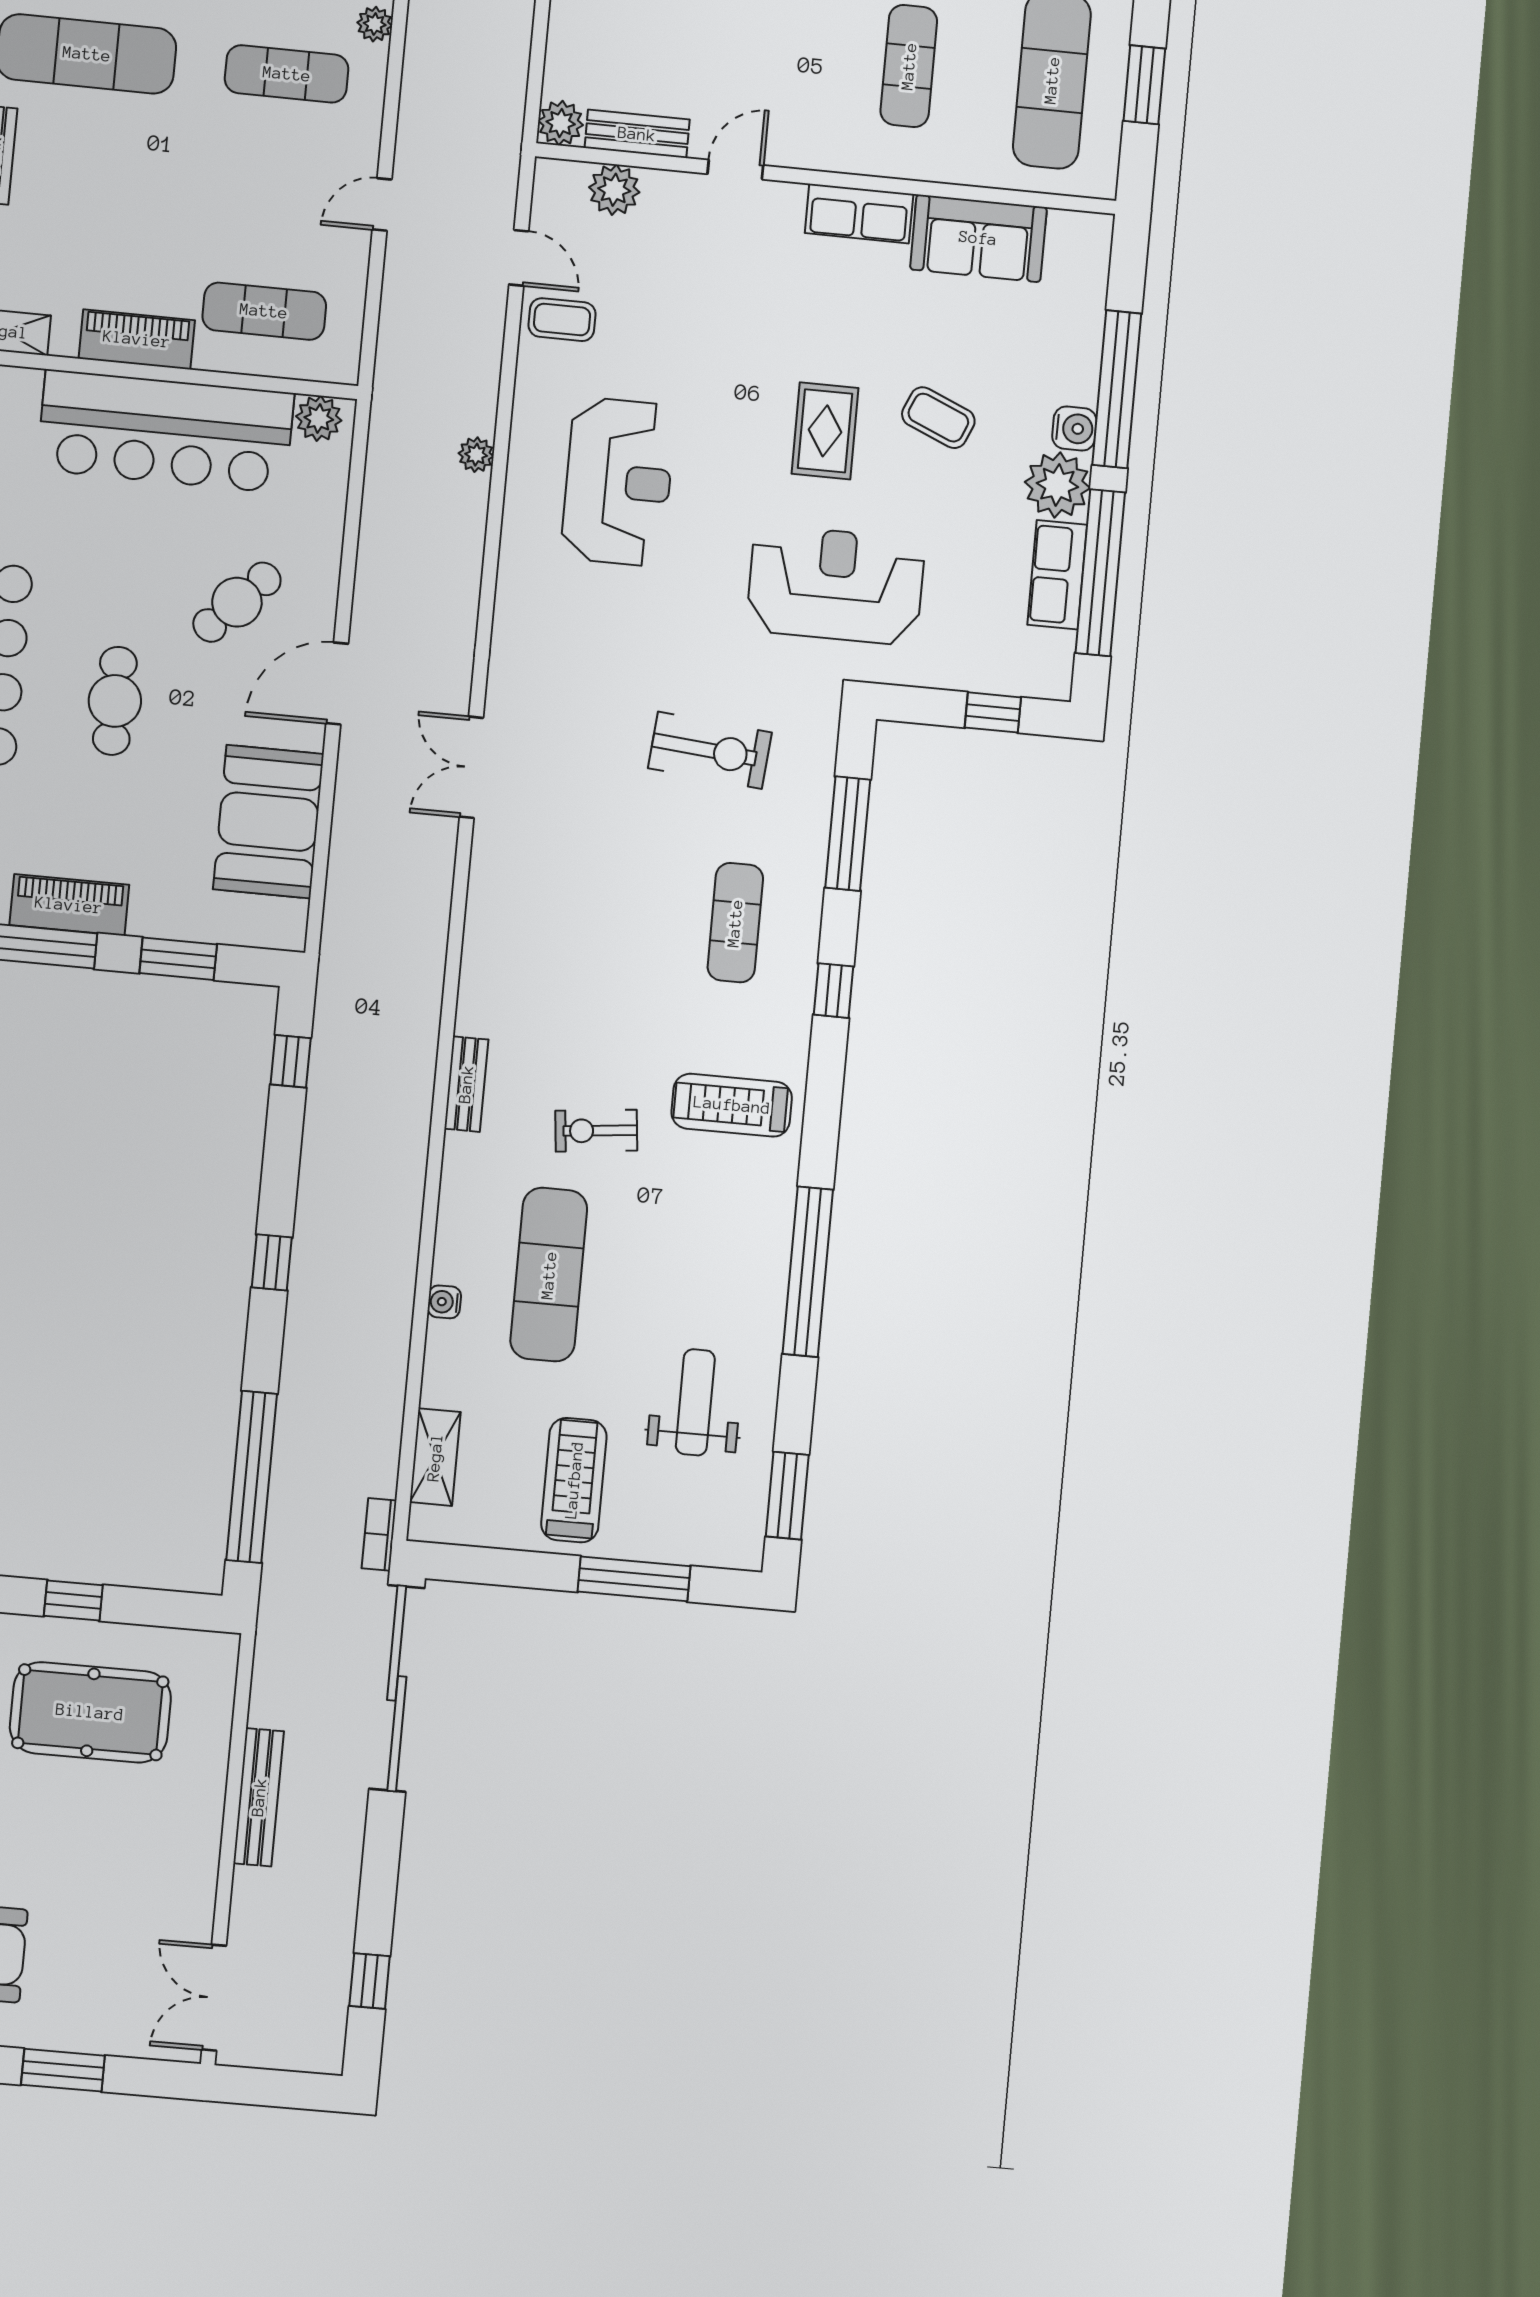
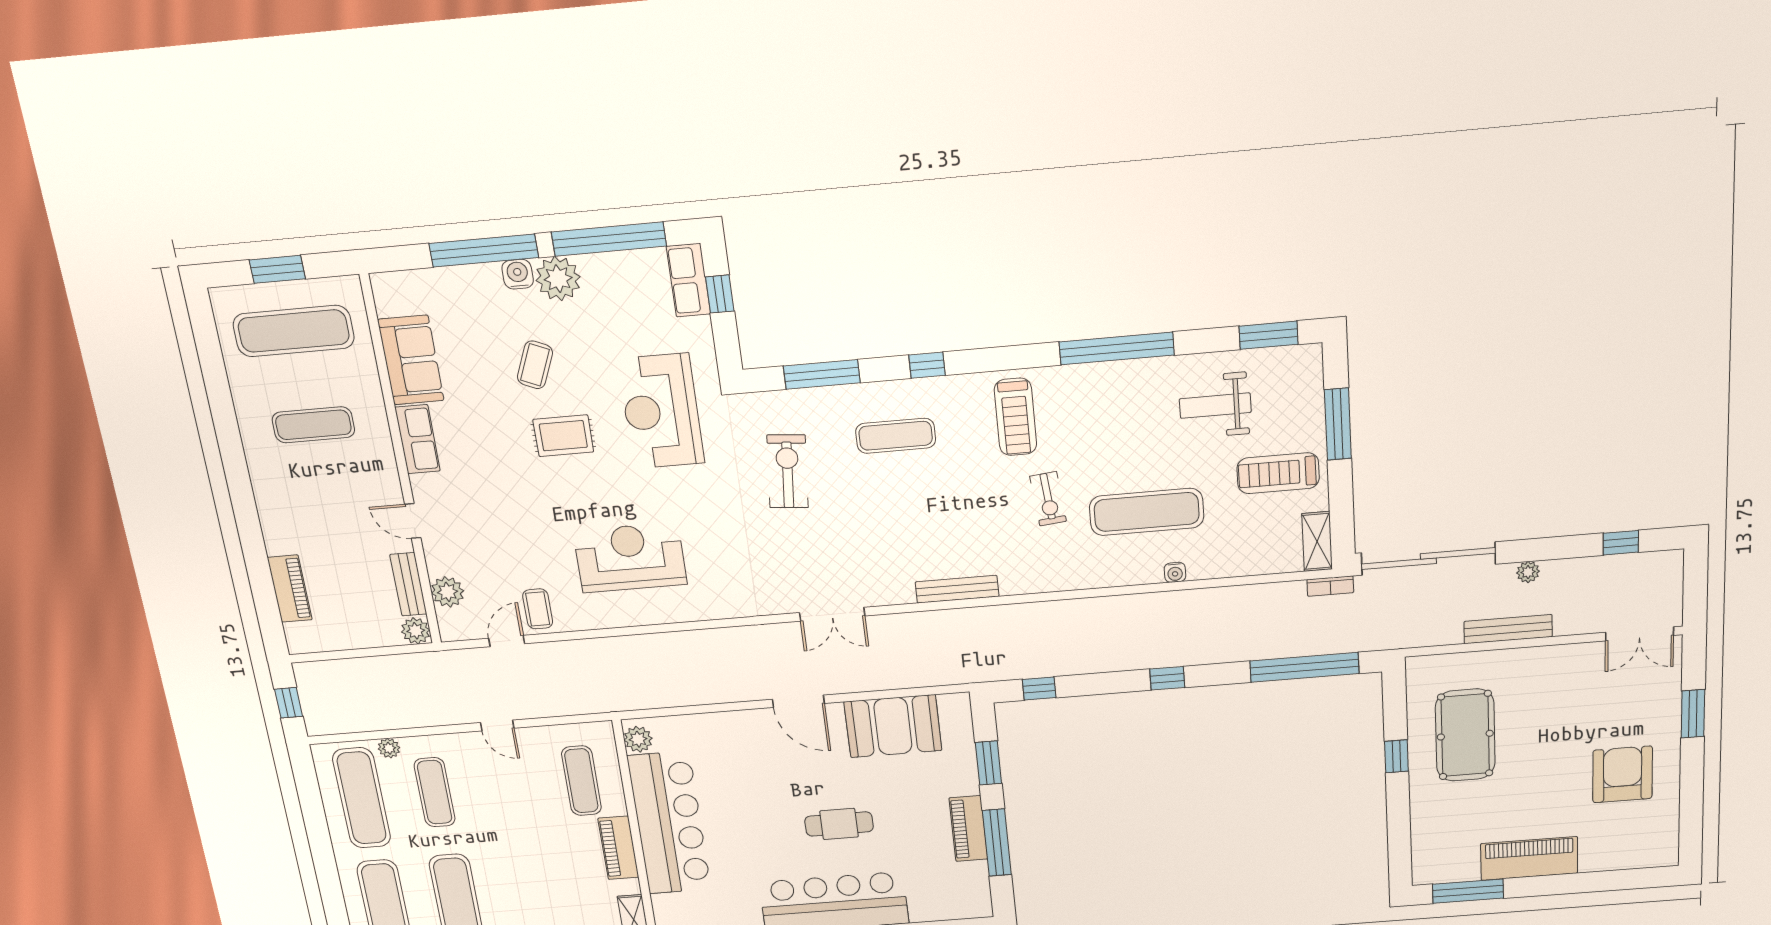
plant: (476, 455) -> (1528, 572), moved
row of seats: (1057, 575) -> (688, 280), moved, turned 90
cafe table: (237, 602) -> (762, 766), removed
bench: (466, 1084) -> (957, 589), moved, width x1.36
shelving: (435, 1457) -> (1317, 541), moved, turned 90

